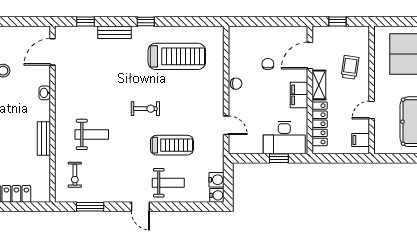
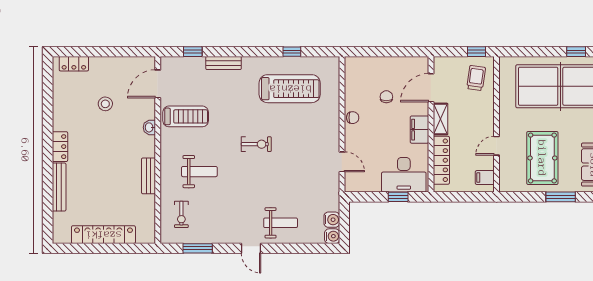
window: (146, 21) -> (292, 52), moved
window: (338, 21) -> (477, 52), moved
trolley: (350, 67) -> (476, 78), moved
treadmill: (172, 145) -> (186, 116), moved

